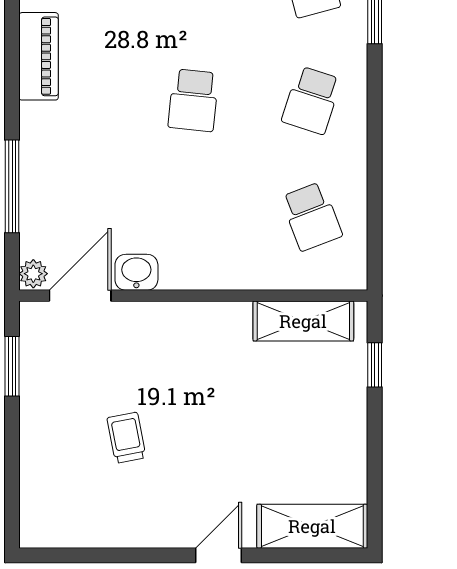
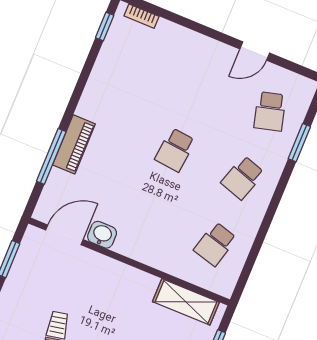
piano: (39, 56) -> (74, 144), moved
school desk: (311, 216) -> (215, 244), turned 36
plant: (33, 274) -> (43, 211), removed

